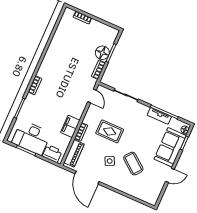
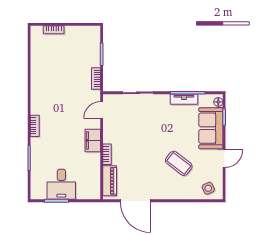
floor lamp: (102, 53) -> (92, 58), removed
door: (92, 96) -> (102, 110), swing flipped
filing cabinet: (70, 126) -> (93, 140), moved
rug: (110, 131) -> (138, 140), removed
desk: (31, 138) -> (61, 184), width x0.73
printer: (52, 154) -> (86, 192), removed
side table: (110, 161) -> (208, 188), moved

